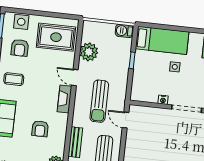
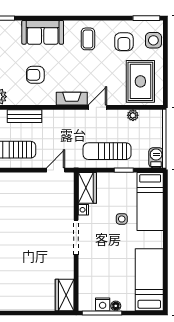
armchair: (20, 48) -> (124, 42), turned -90
plant: (89, 52) -> (133, 115), width x0.53, depth x0.53
wardrobe: (144, 94) -> (87, 188), added
sun lounger: (99, 101) -> (107, 151), moved

